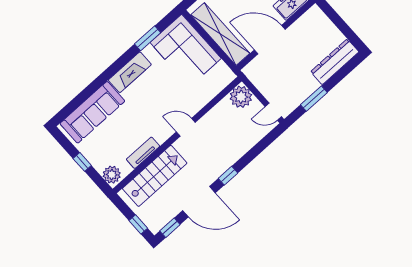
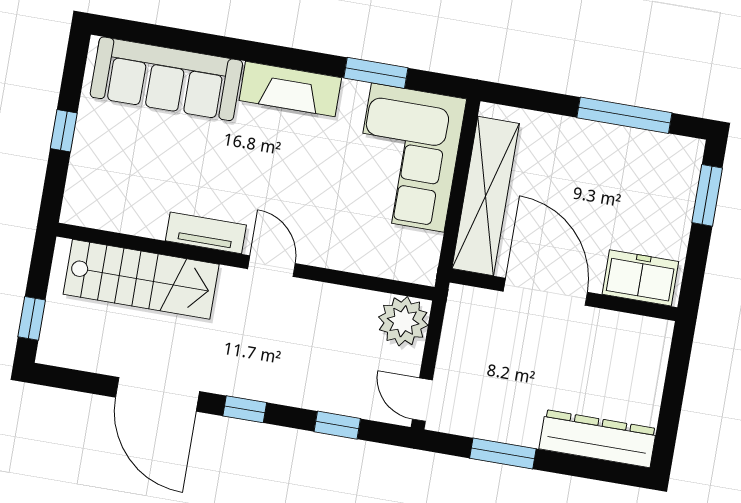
tv unit: (143, 153) -> (206, 233), moved
plant: (112, 175) -> (83, 201), removed
window: (170, 228) -> (337, 425), moved

